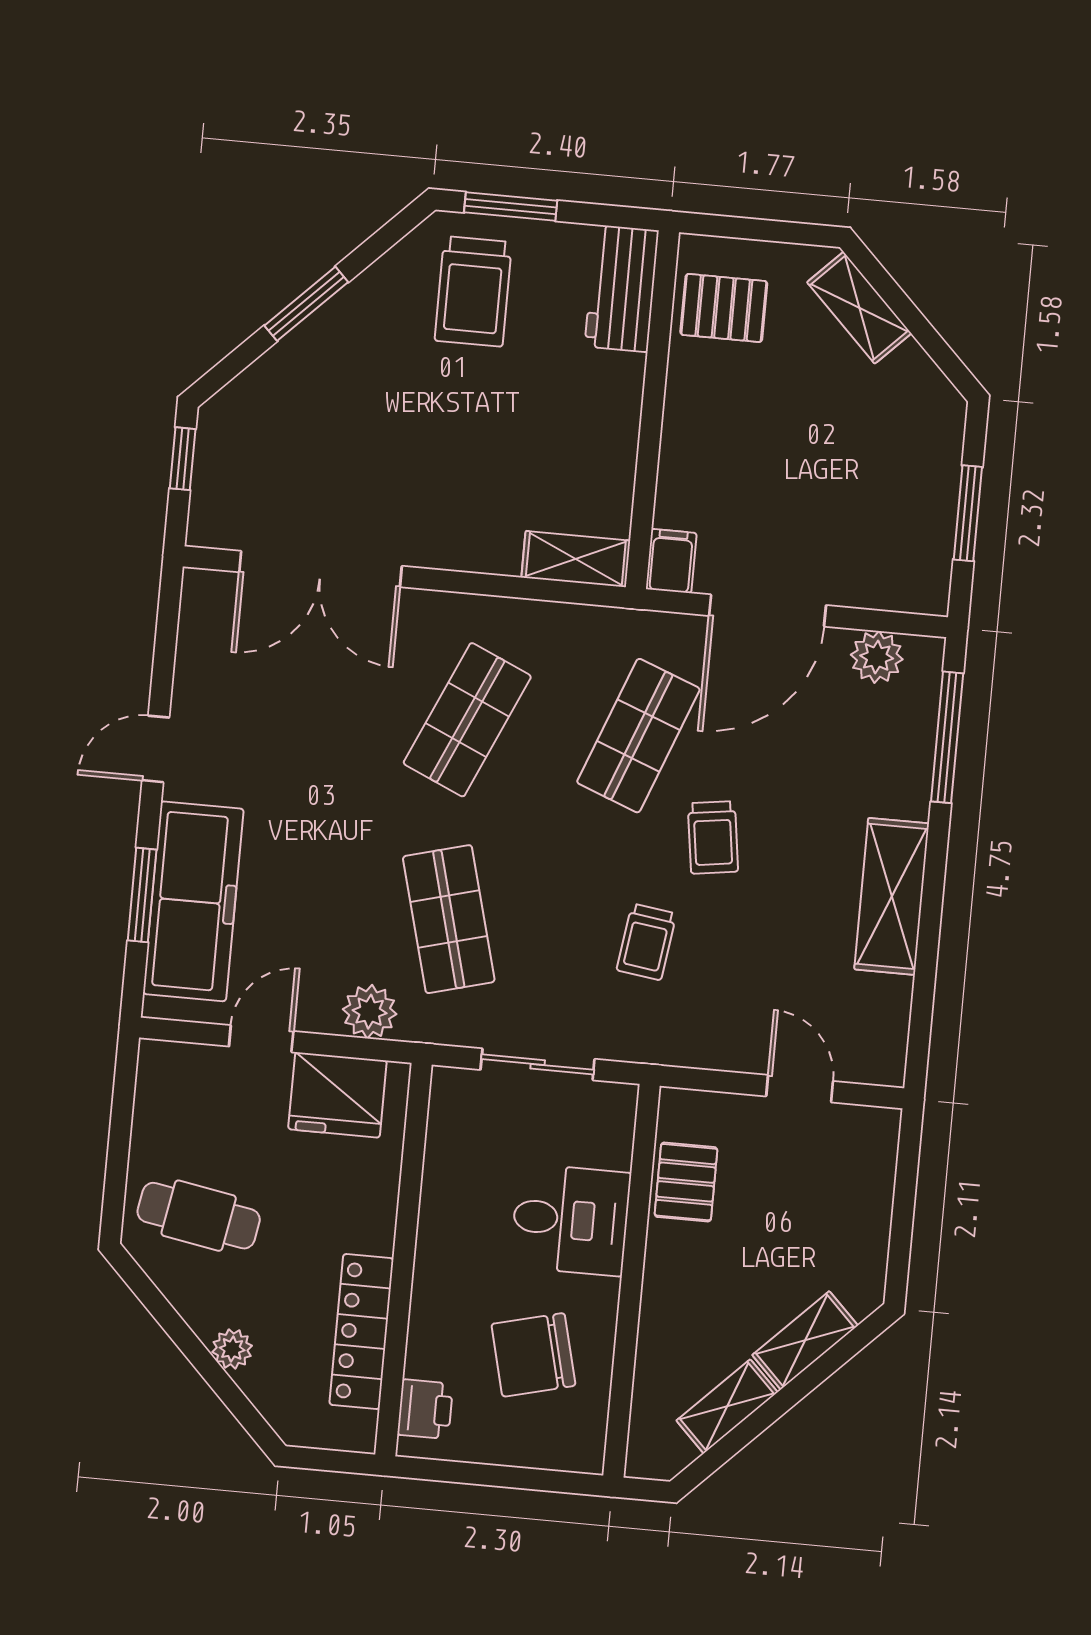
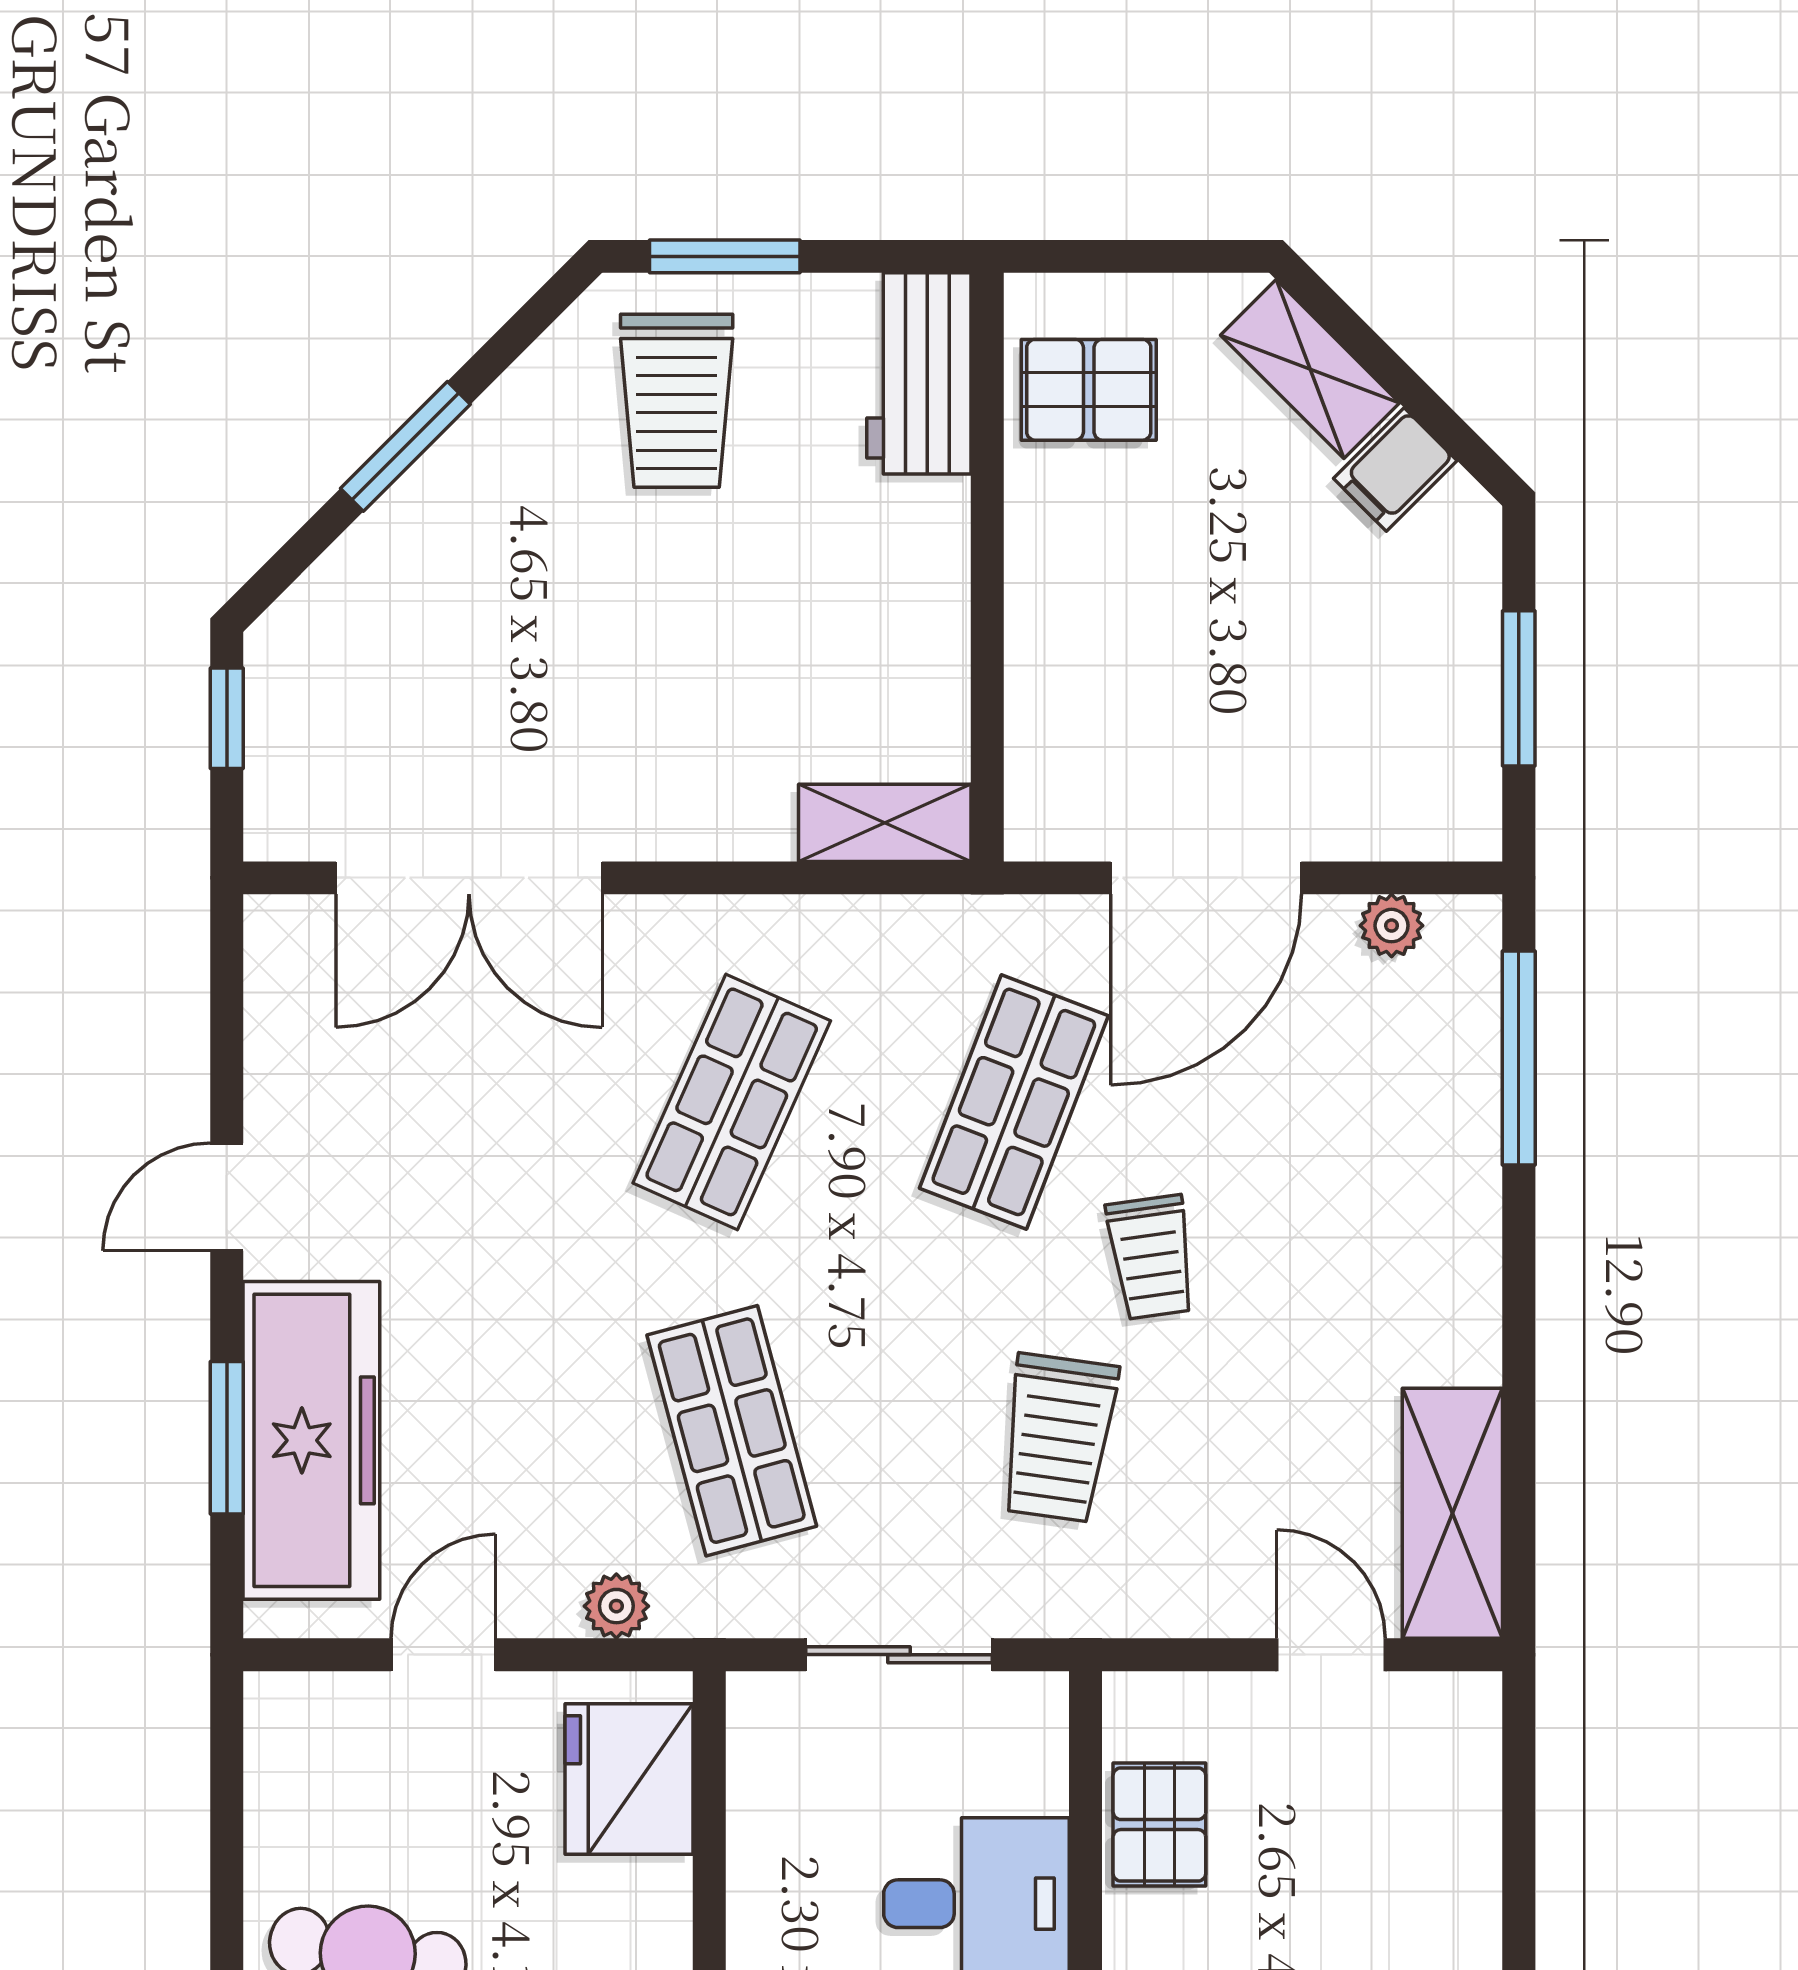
filing cabinet: (671, 561) -> (1395, 469), moved, turned -135
plant: (877, 657) -> (1392, 926), width x0.73, depth x0.73
shelving: (892, 896) -> (1452, 1513), moved
trolley: (646, 942) -> (1058, 1438), width x1.36, depth x1.39
plant: (370, 1012) -> (616, 1606), width x0.73, depth x0.73
fridge: (337, 1095) -> (629, 1779), moved, turned 90

